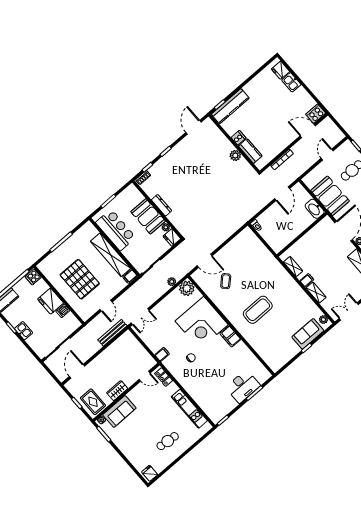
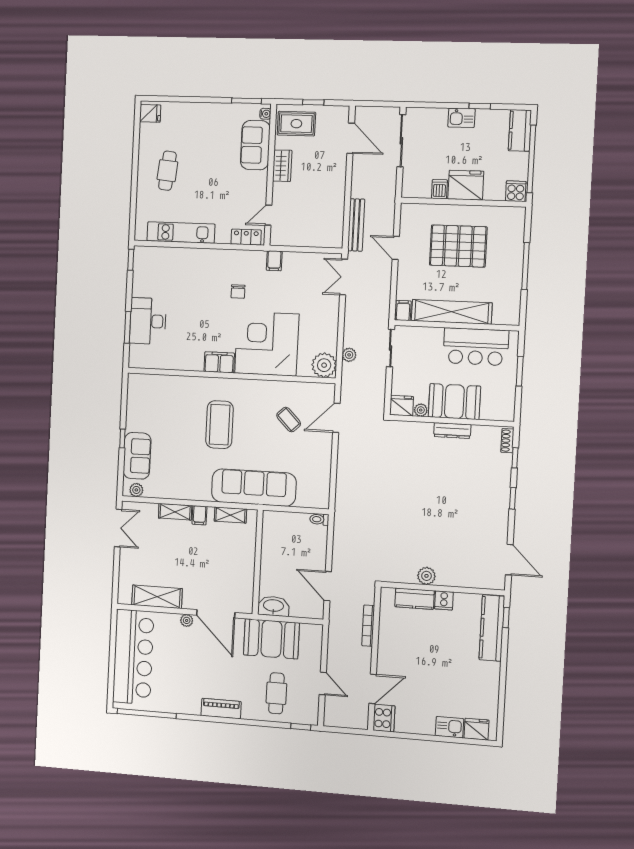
sofa: (271, 268) -> (254, 488), added

